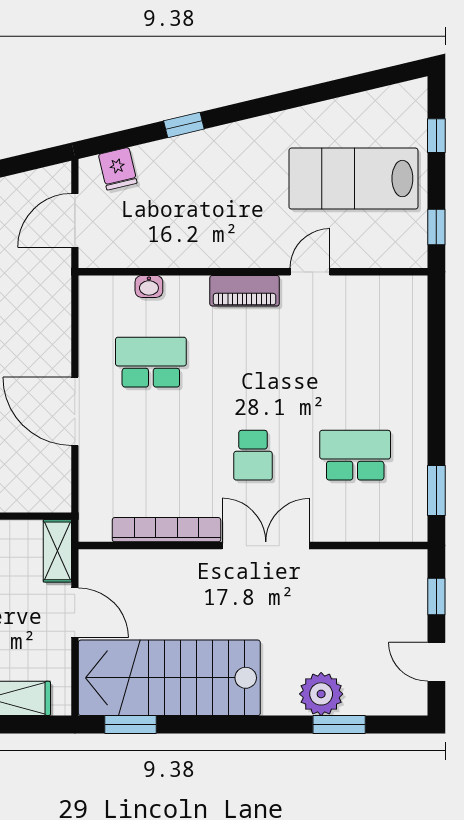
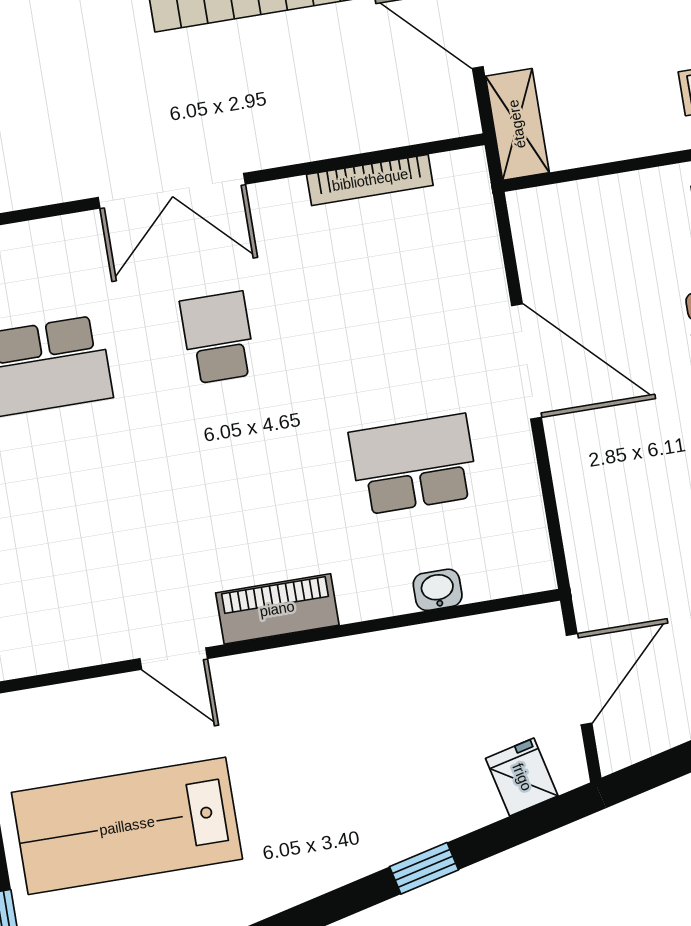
lab bench: (353, 179) -> (127, 826), turned 180
door: (310, 272) -> (174, 659), hinge flipped
school desk: (151, 362) -> (414, 464), turned 180
bookcase: (166, 530) -> (370, 180), width x0.68, depth x0.76

